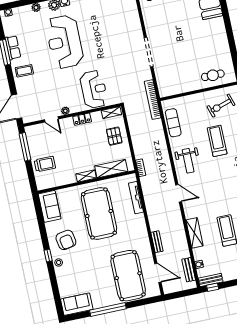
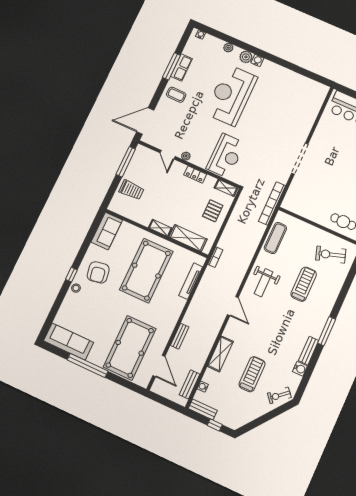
window: (213, 287) -> (215, 425), moved
sofa: (77, 304) -> (69, 342), width x1.36

